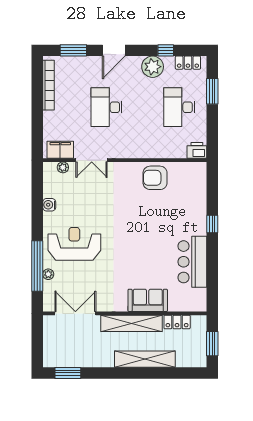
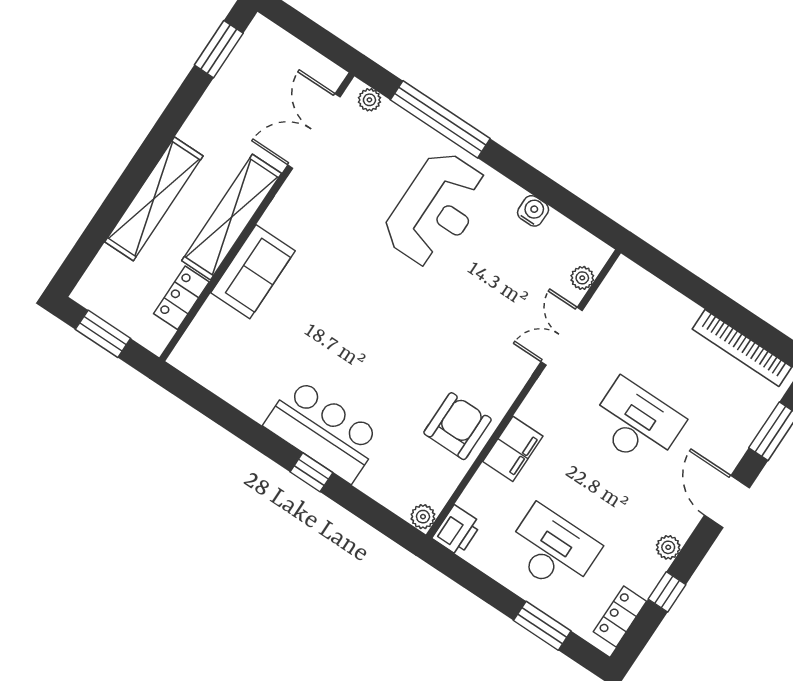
plant: (153, 67) -> (668, 547), width x0.53, depth x0.53
filing cabinet: (60, 150) -> (513, 449), moved
plant: (200, 168) -> (423, 517), added
bar counter: (192, 262) -> (323, 430), moved
plant: (48, 274) -> (369, 100), moved
double door: (75, 313) -> (314, 131), swing flipped

